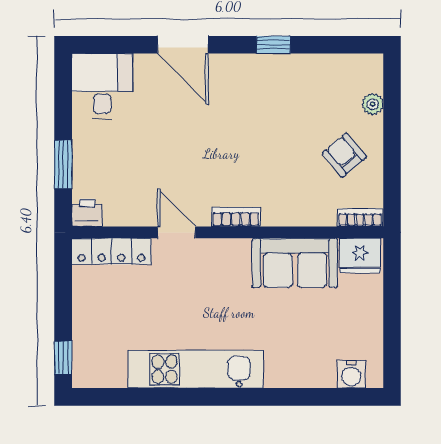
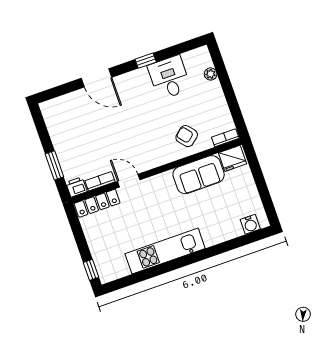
desk: (102, 86) -> (169, 78), moved
armchair: (344, 155) -> (187, 136), moved
bookcase: (236, 217) -> (100, 181), moved

